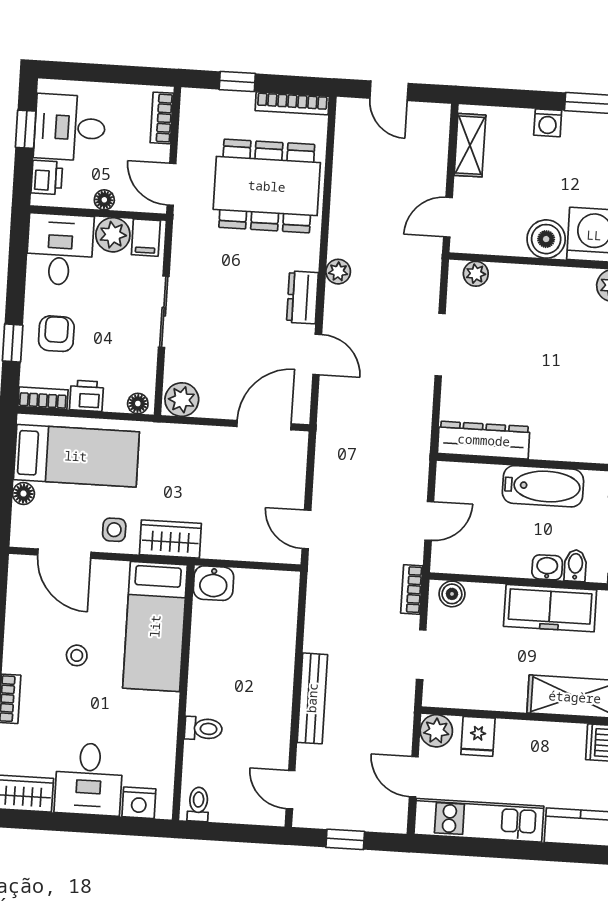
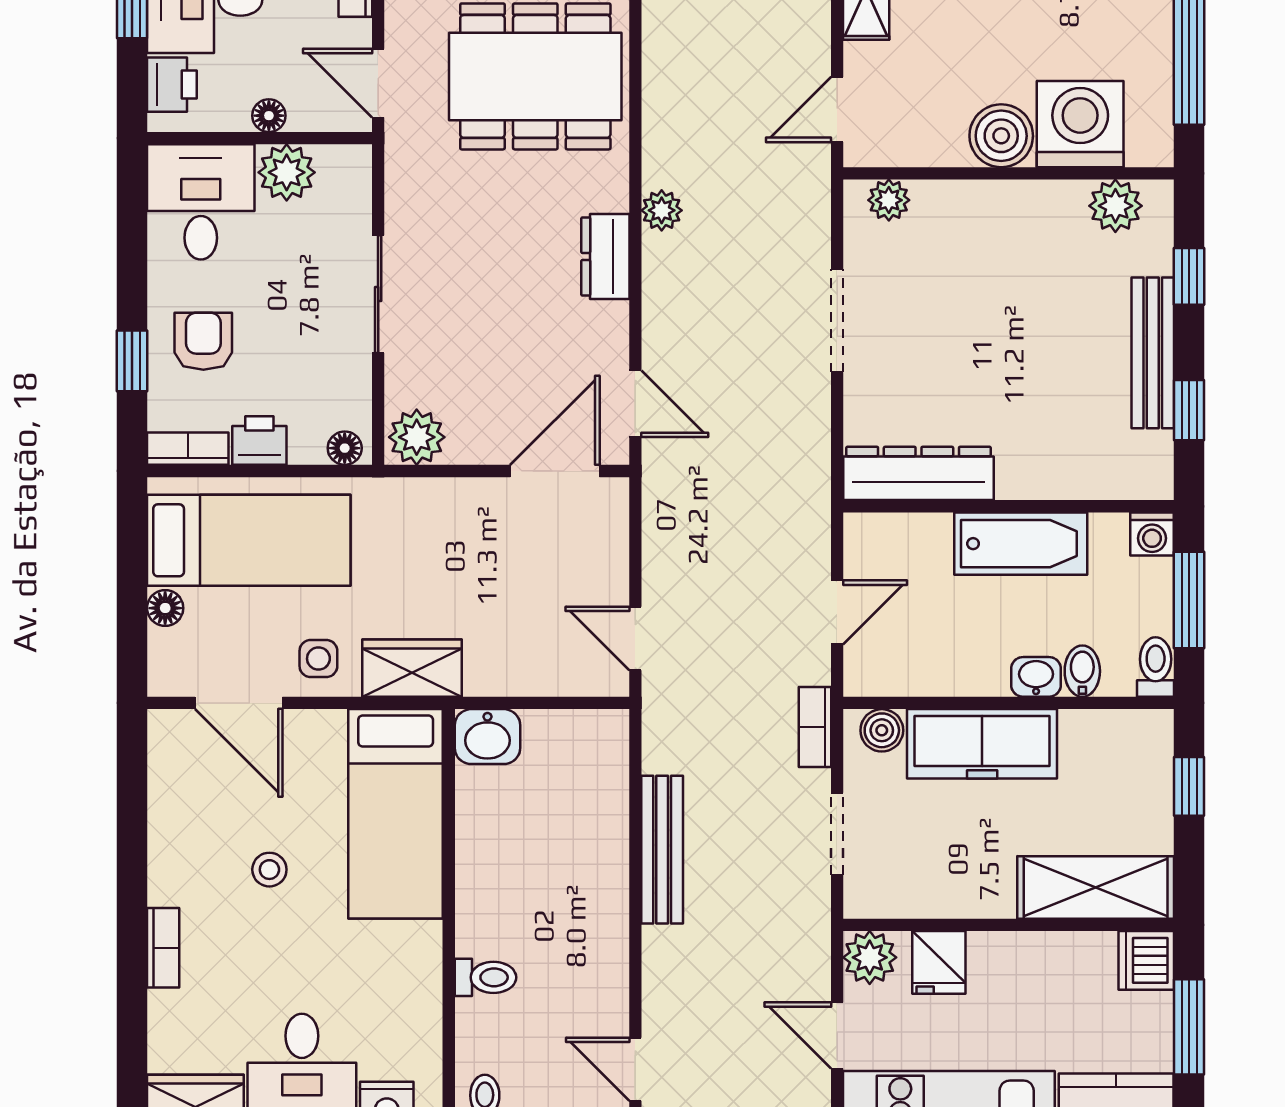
filing cabinet: (146, 238) -> (341, 174), removed
door: (317, 355) -> (635, 404), moved
freezer: (550, 608) -> (982, 744), moved
bench: (312, 698) -> (662, 850), moved

